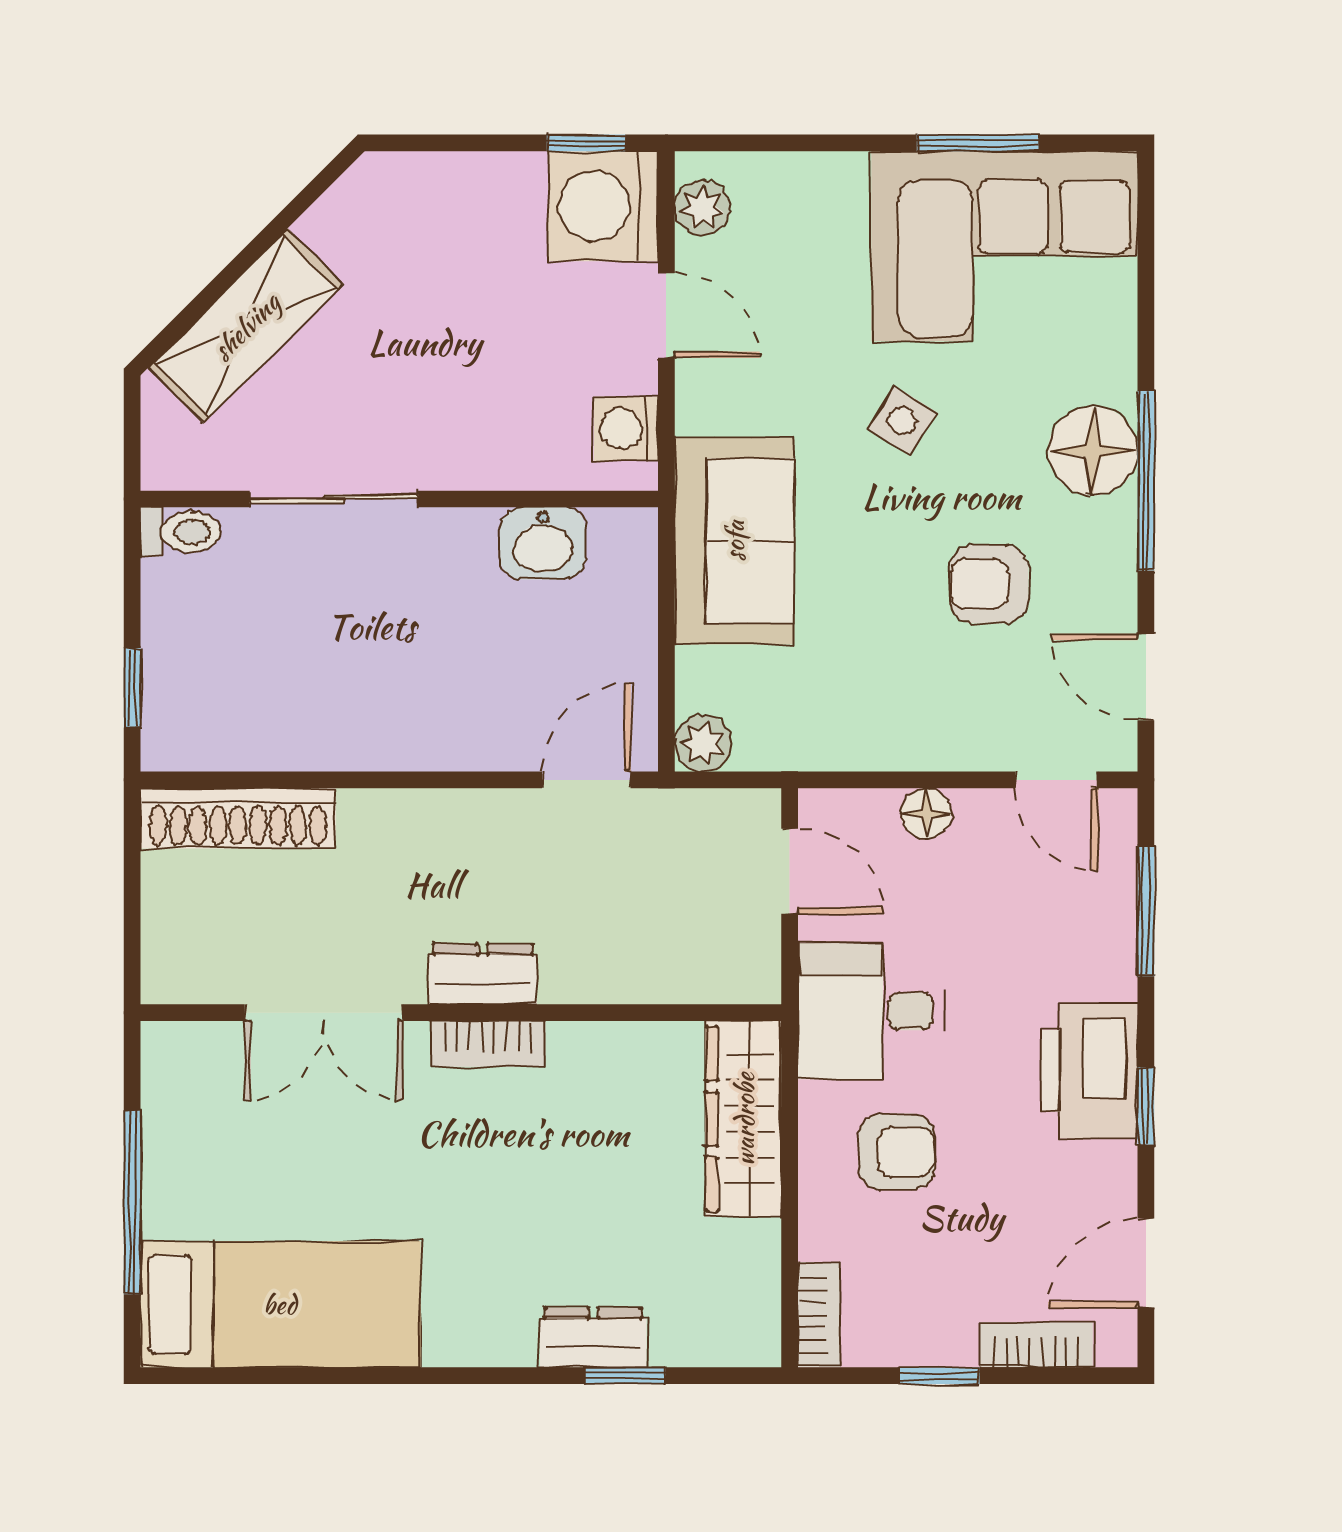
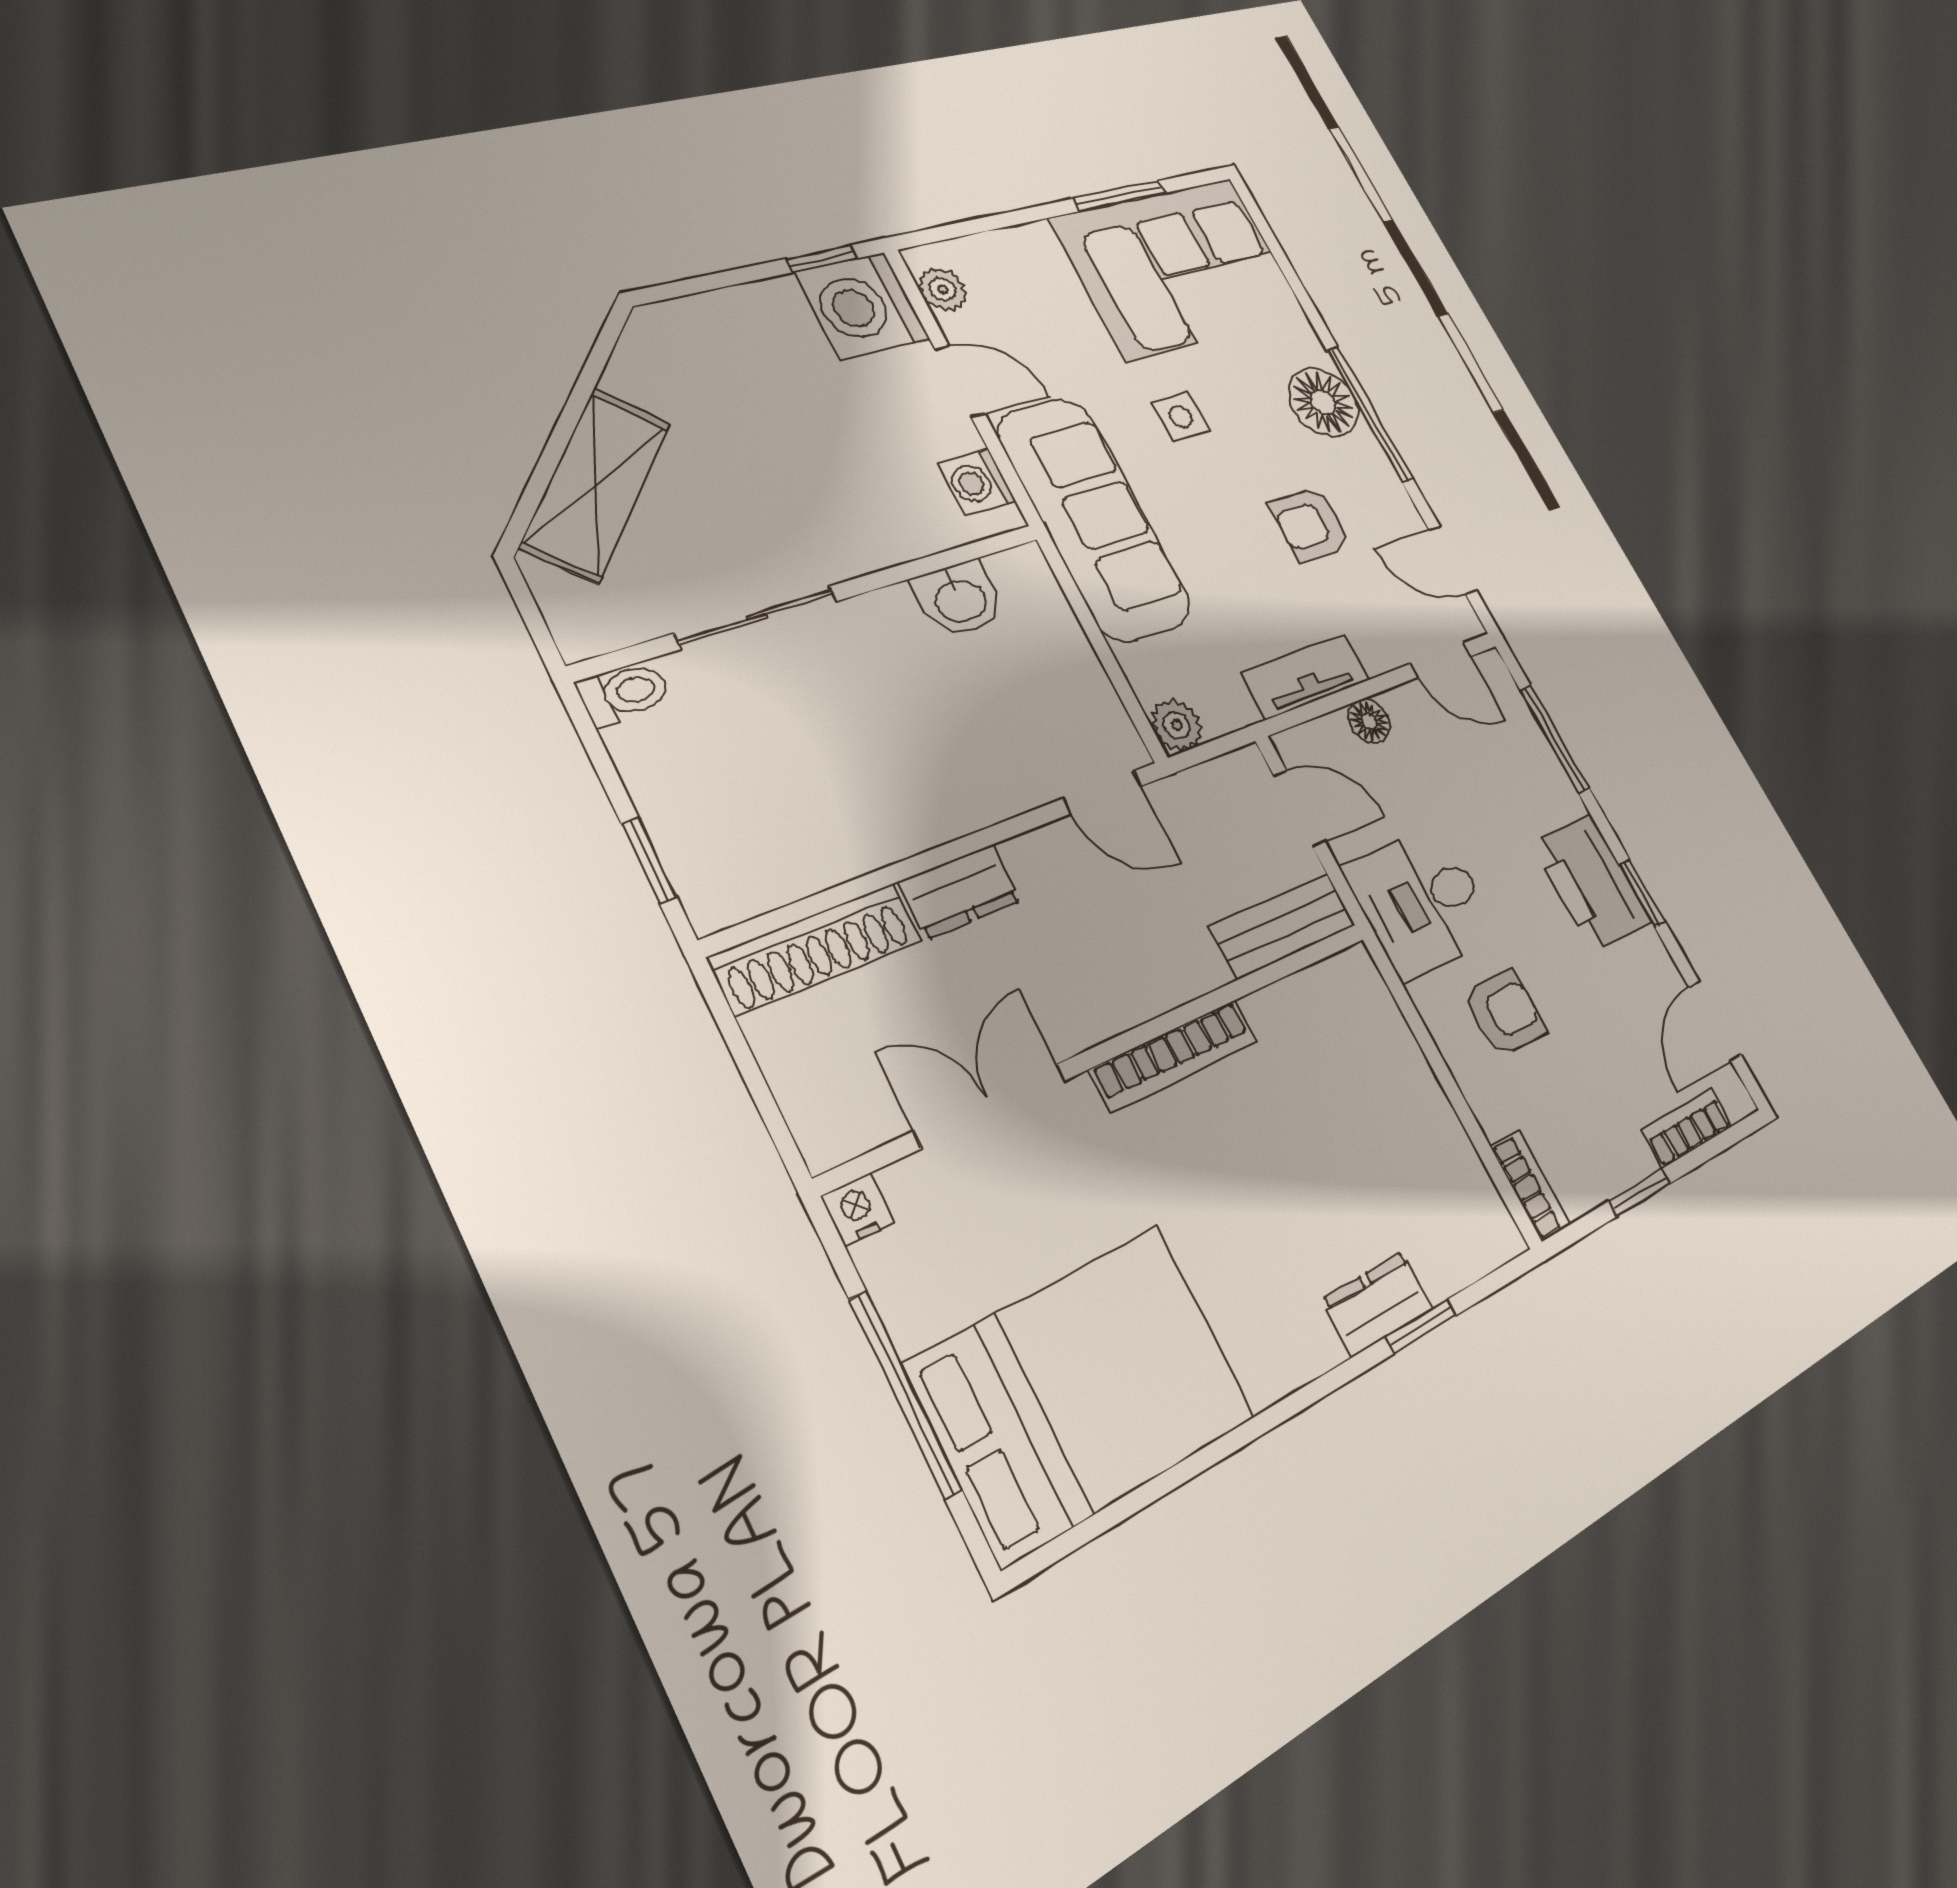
side table: (902, 421) -> (1181, 417), turned -32
sofa: (734, 541) -> (1094, 519), width x1.36
tv unit: (880, 743) -> (1306, 677), added
door: (586, 780) -> (1102, 792), swing flipped
dresser: (483, 974) -> (960, 891), moved, turned 180
bench: (703, 974) -> (1283, 926), added
double door: (324, 1013) -> (990, 1106), swing flipped
bookcase: (488, 1044) -> (1174, 1056), width x1.56
nightstand: (166, 1045) -> (858, 1209), added
wardrobe: (744, 1119) -> (1382, 1039), removed
bed: (280, 1304) -> (1083, 1391), width x1.50

